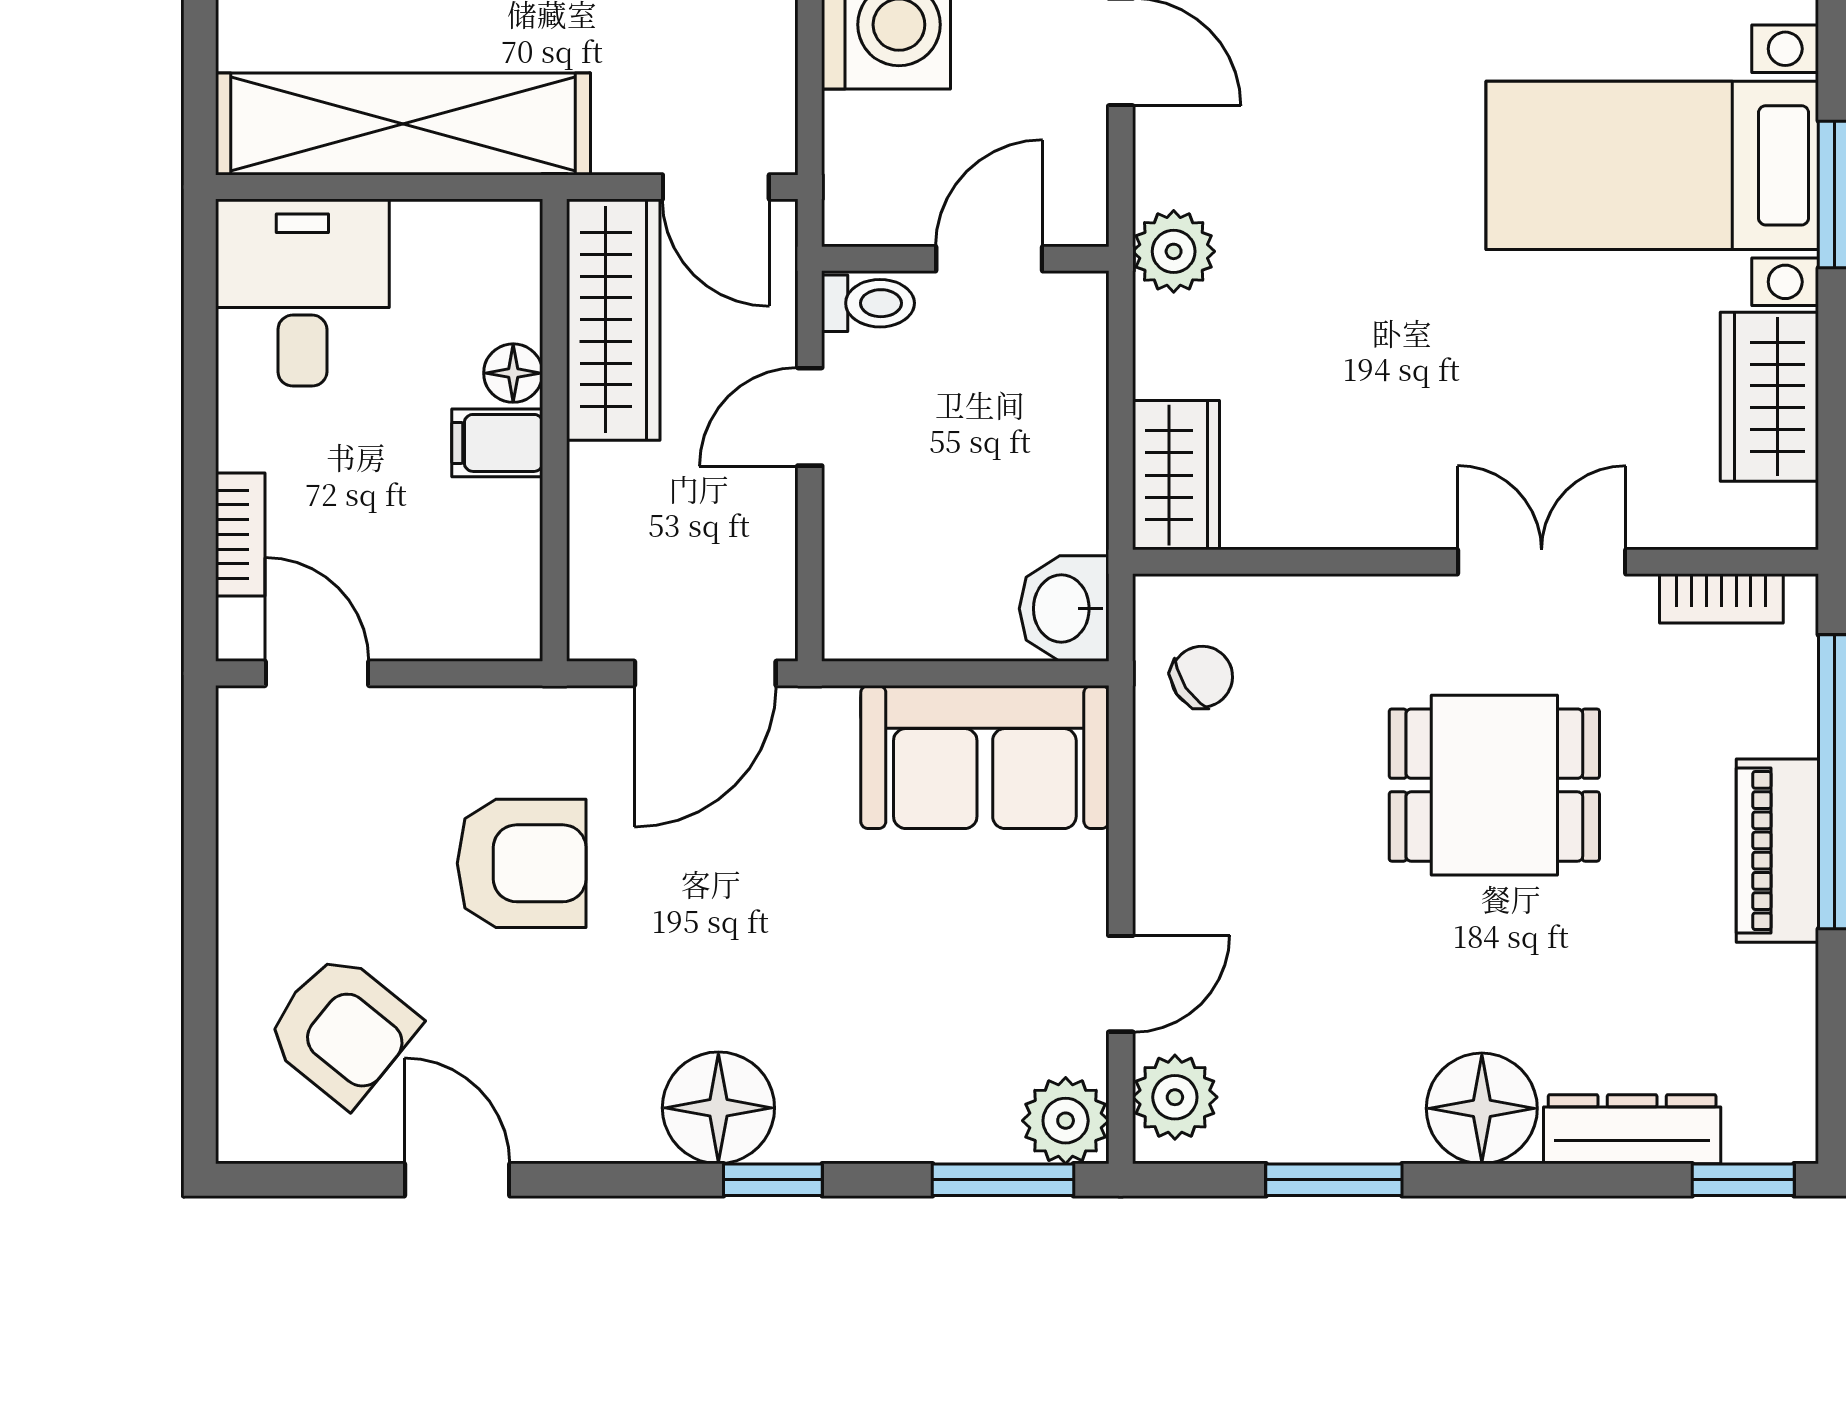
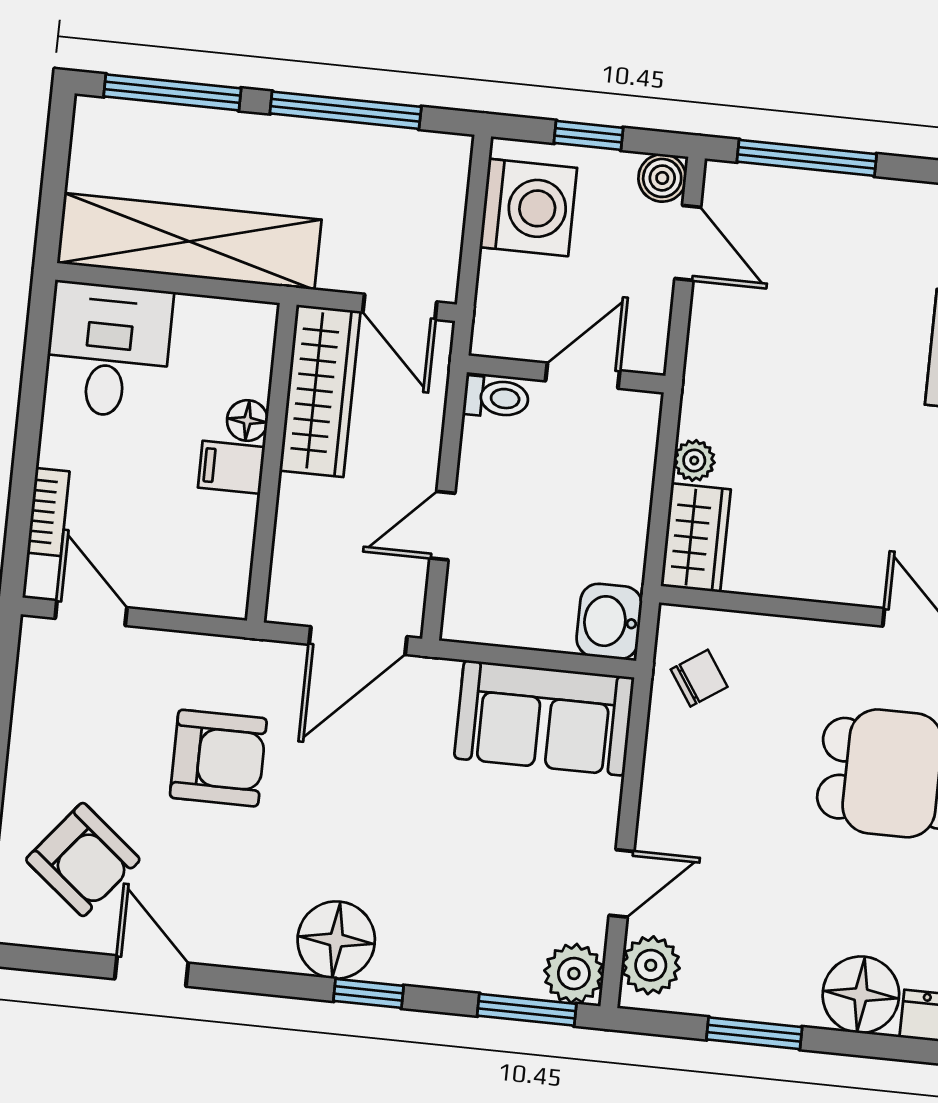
plant: (1174, 251) -> (694, 460), moved, width x0.73, depth x0.73
door: (810, 417) -> (442, 526), moved

